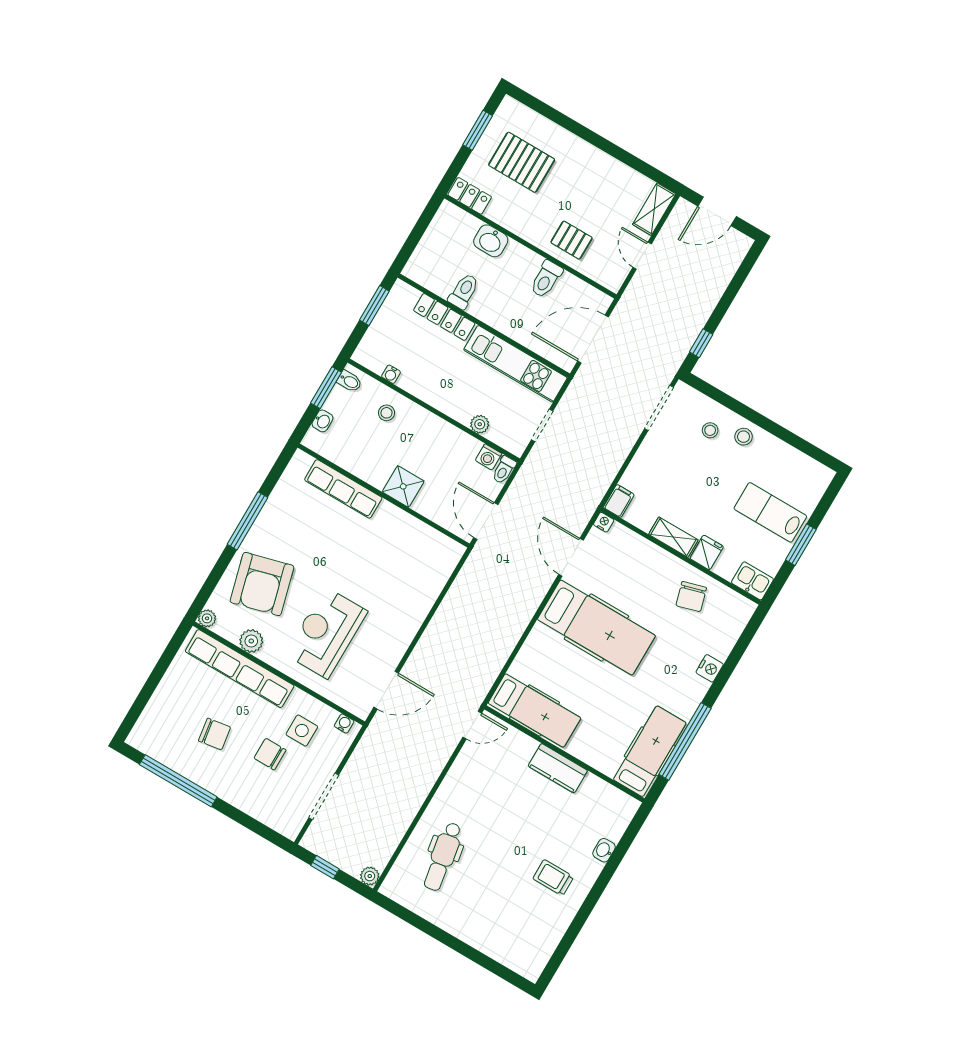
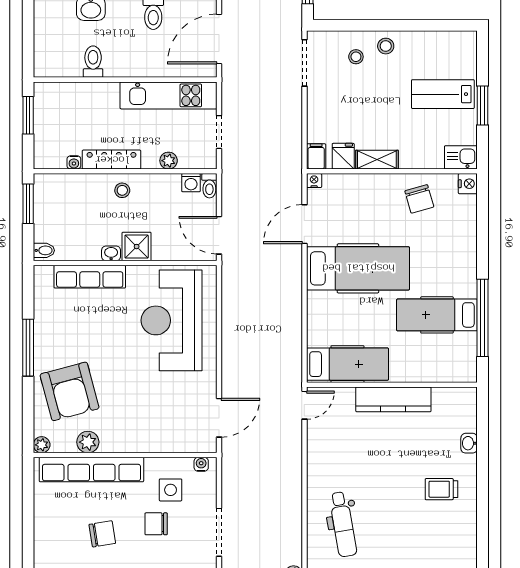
locker: (444, 317) -> (112, 160), moved, turned 180
bidet: (350, 381) -> (44, 250), moved
stool: (387, 413) -> (122, 190), moved
washbasin: (322, 421) -> (111, 253), moved, turned -90
fridge: (707, 552) -> (343, 156), moved
door: (571, 557) -> (304, 224), hinge flipped
reception desk: (326, 633) -> (172, 320), moved, width x1.36, depth x1.30
nightstand: (710, 668) -> (468, 184), moved
hospital bed: (650, 751) -> (437, 315), moved, turned -90
kitchen counter: (558, 768) -> (393, 399), width x1.50

